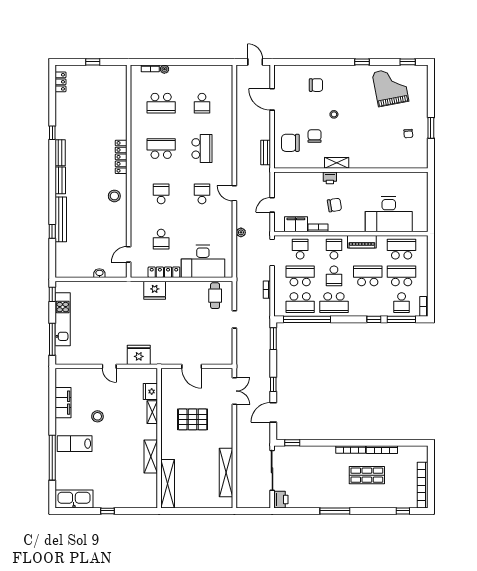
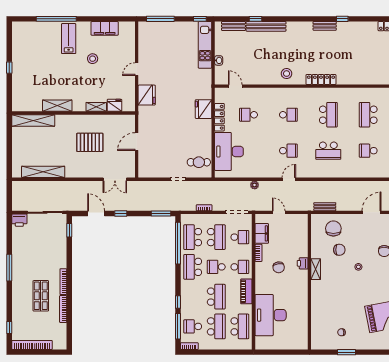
bench: (60, 180) -> (233, 26), moved
kitchen unit: (63, 319) -> (205, 45), moved, turned 90
pallet: (193, 419) -> (90, 142), turned 90
kitchen sink: (74, 499) -> (20, 38), removed

